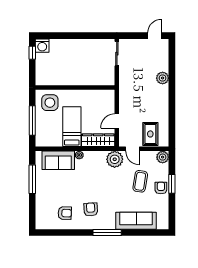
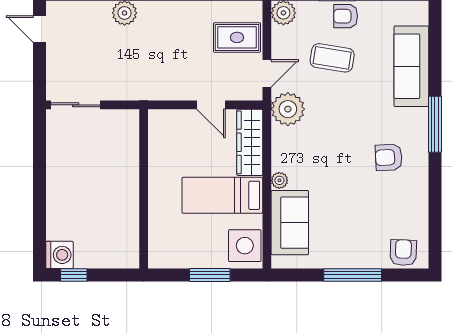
side table: (50, 103) -> (245, 246), moved
window: (32, 120) -> (210, 275), width x0.69
window: (32, 179) -> (353, 275), moved
armchair: (65, 213) -> (403, 253), moved

